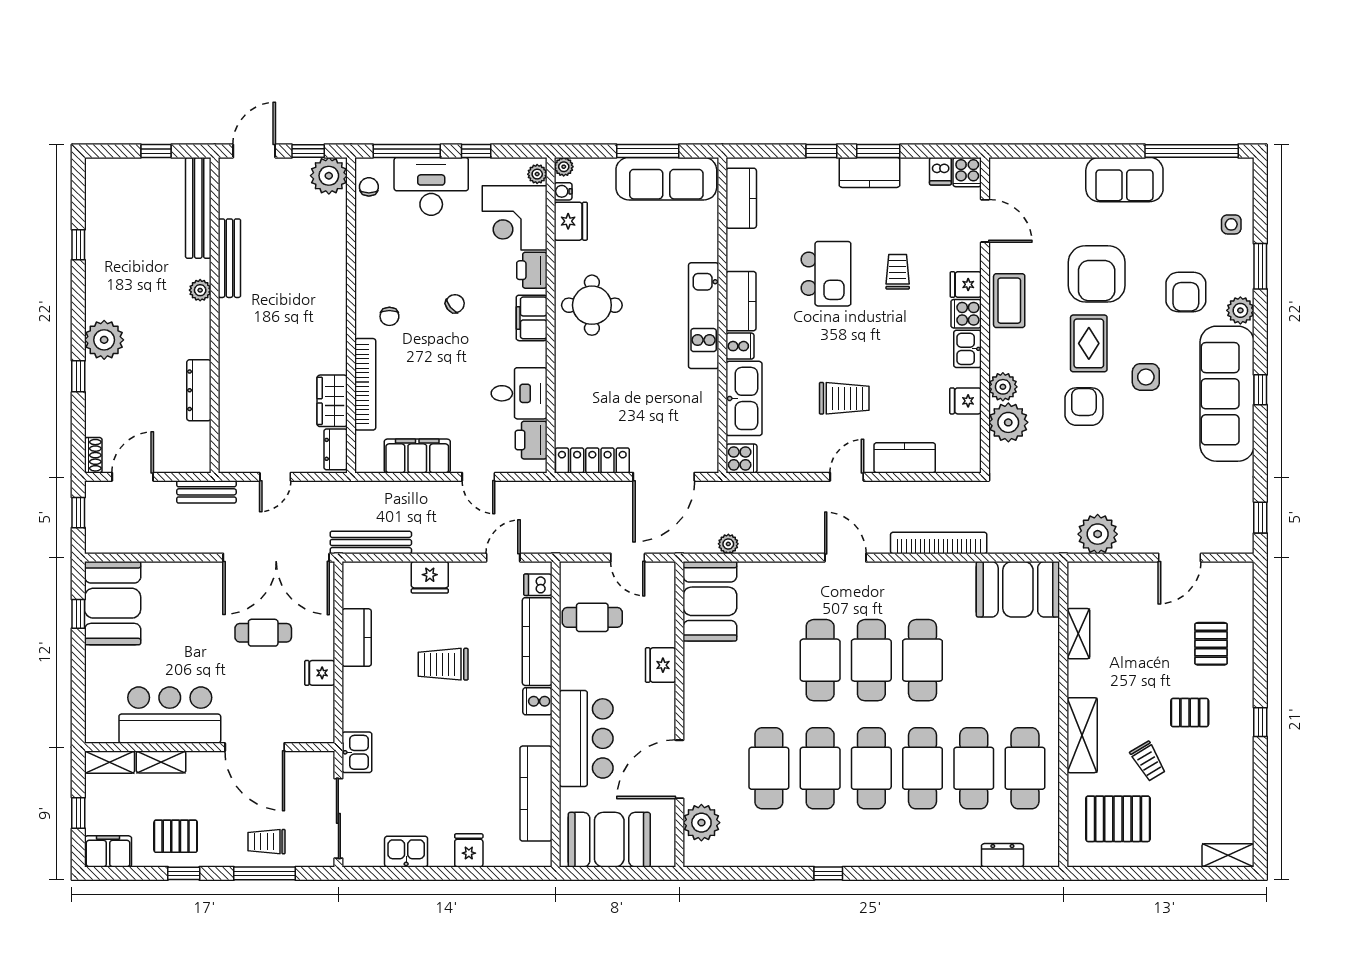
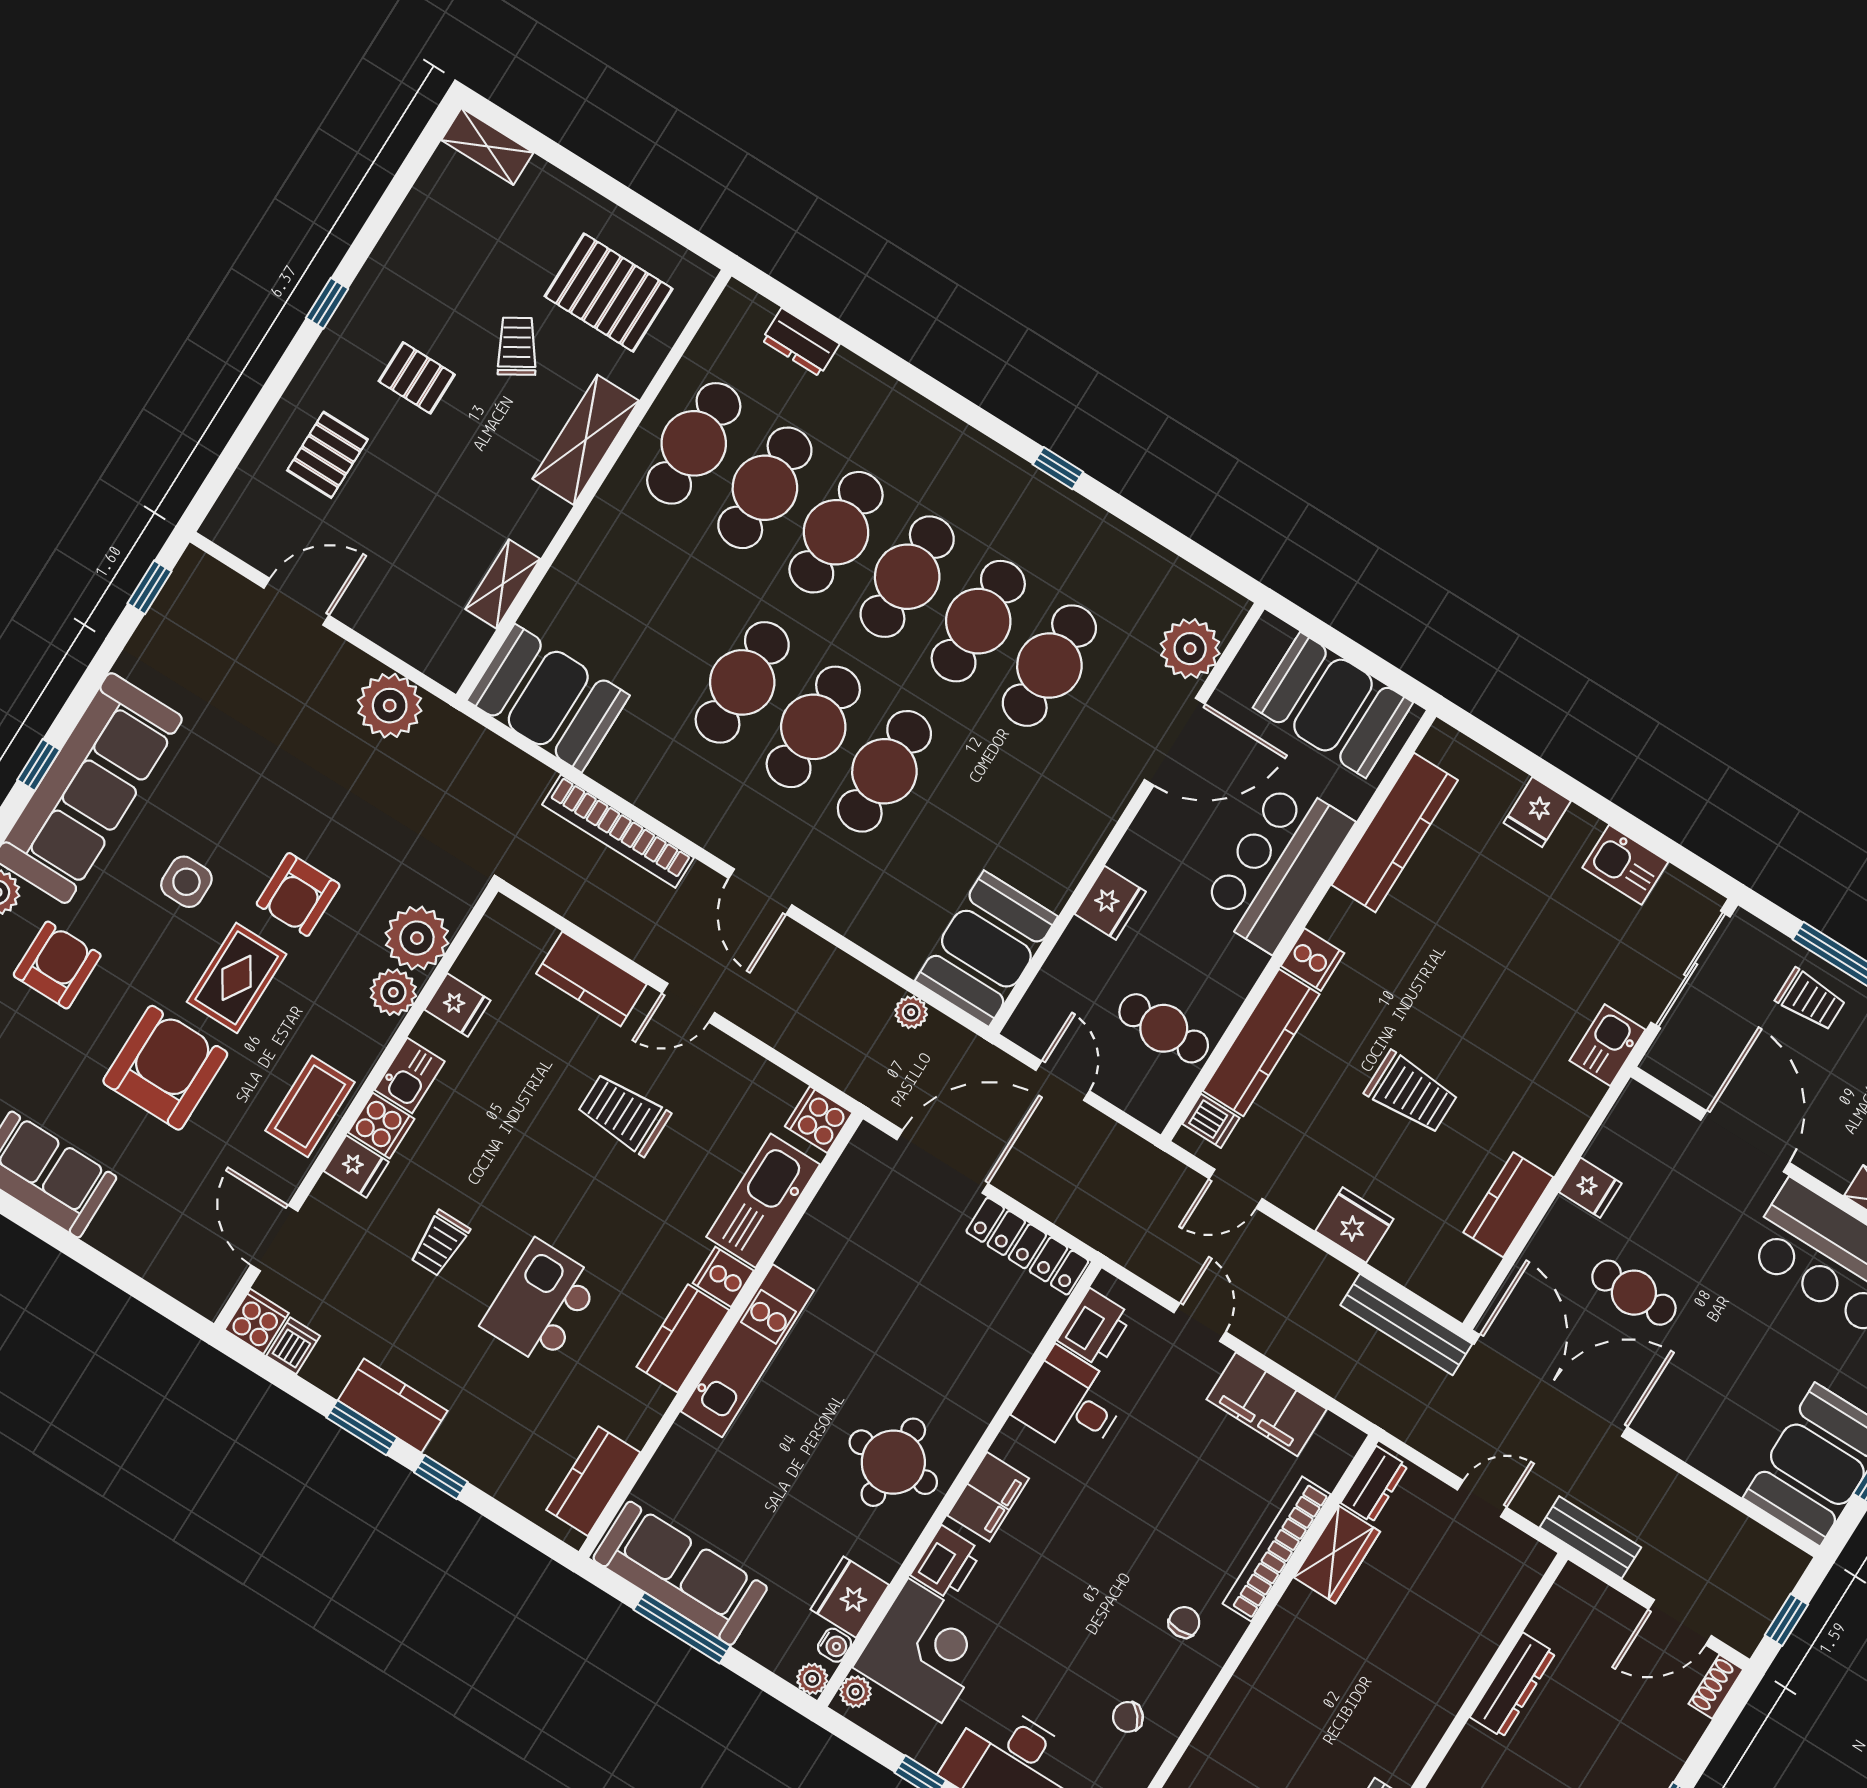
chair: (455, 304) -> (1128, 1717), moved

